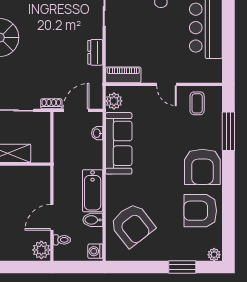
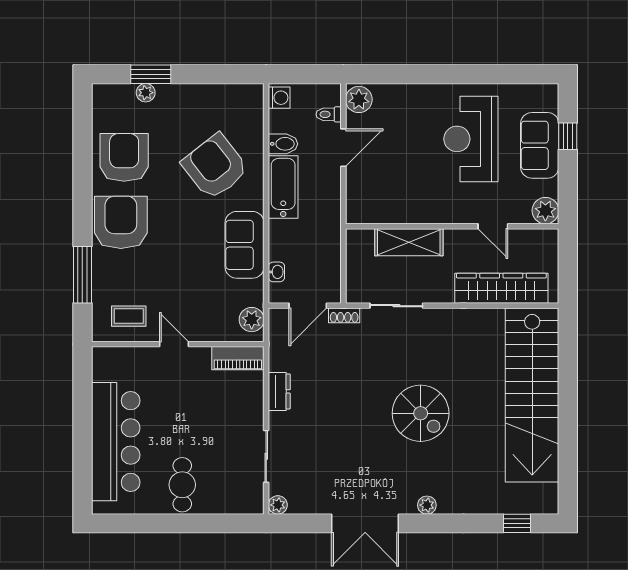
coffee table: (197, 103) -> (129, 316), turned 90
sofa: (119, 143) -> (245, 245), width x0.73
armchair: (200, 211) -> (124, 157), turned -90
armchair: (132, 225) -> (215, 167), moved
plant: (214, 255) -> (146, 93), moved

